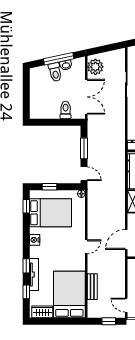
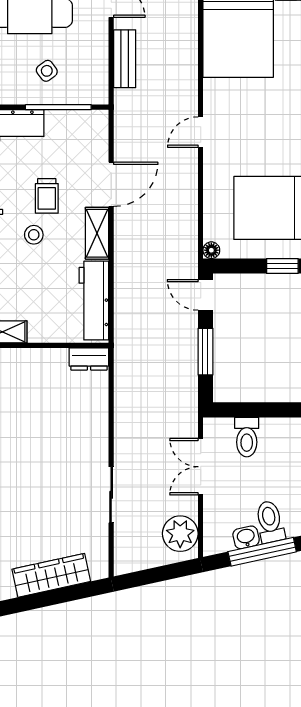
double door: (86, 97) -> (201, 467), width x0.73
door: (126, 239) -> (111, 184), moved
bench: (92, 287) -> (125, 59), moved

